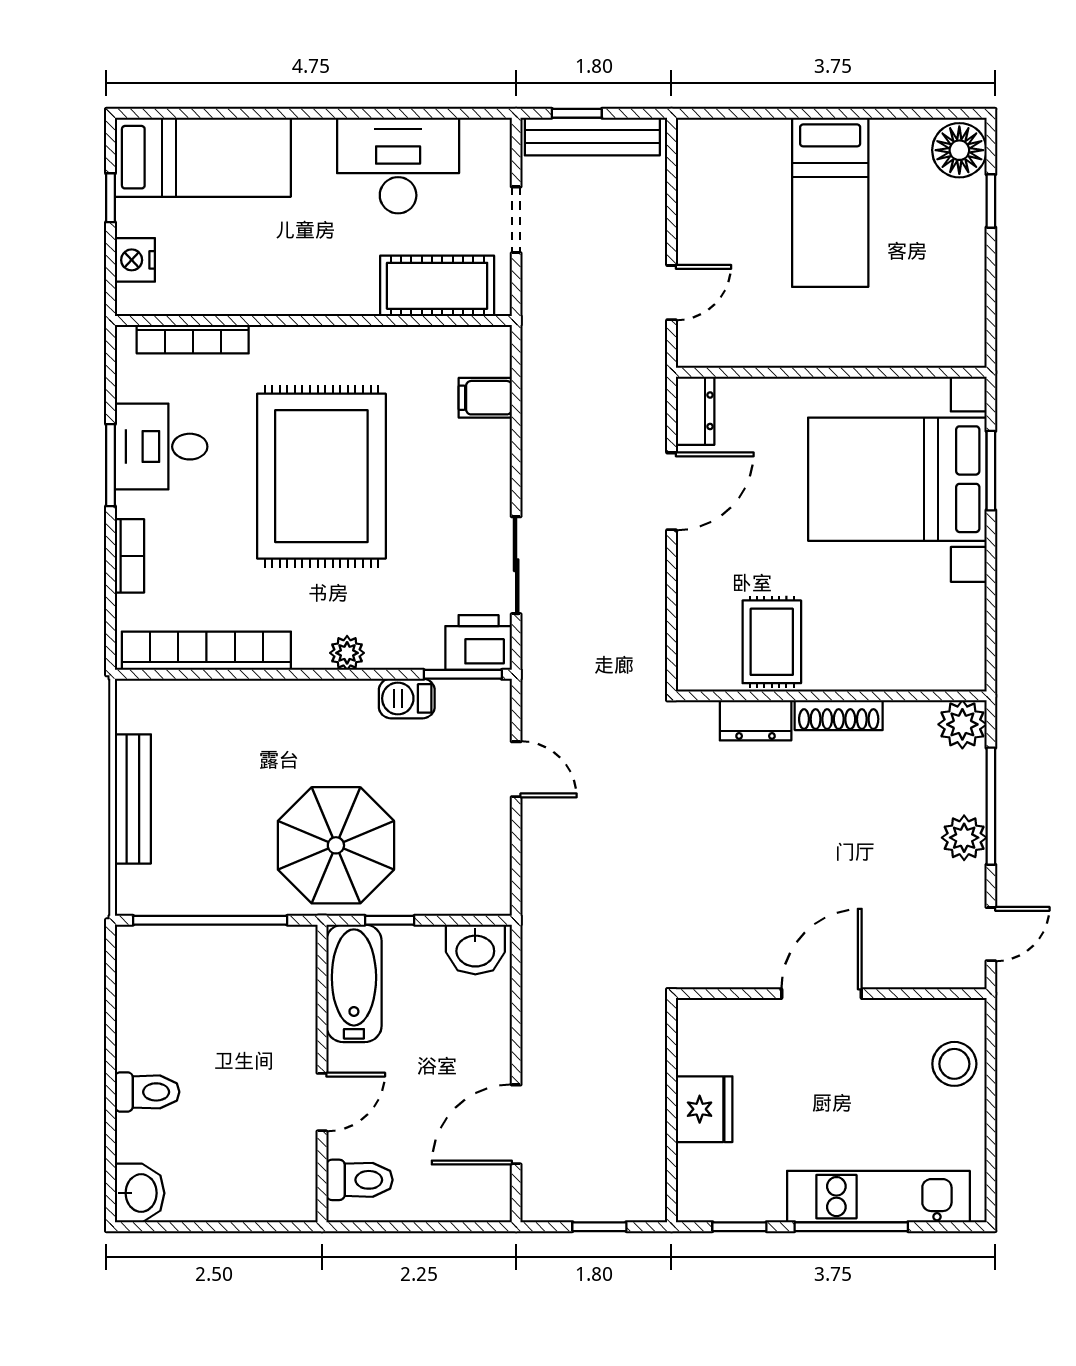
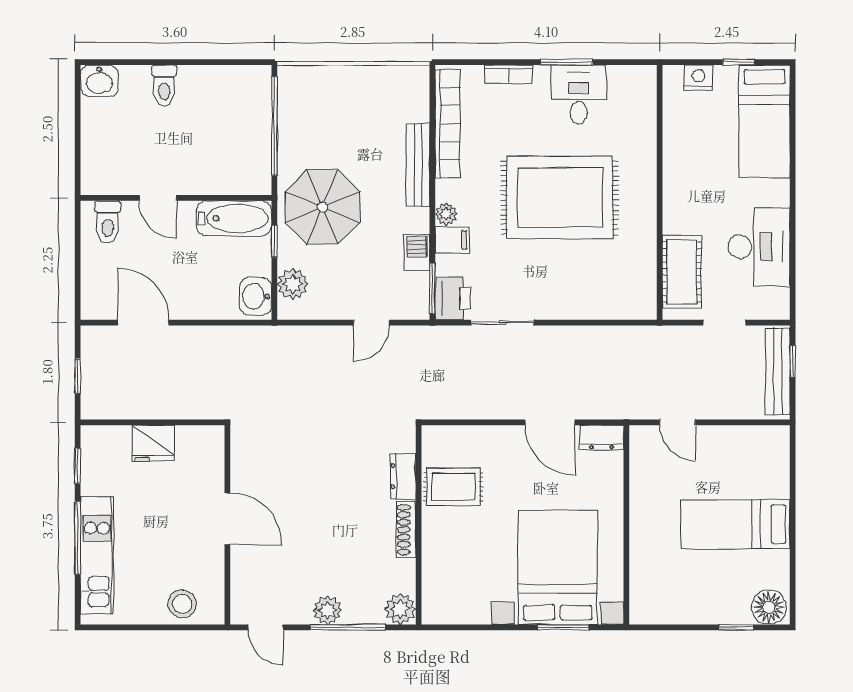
bookcase: (193, 339) -> (648, 115), removed
filing cabinet: (485, 398) -> (452, 240), moved, turned 90
bench: (133, 799) -> (418, 165), moved, turned 90
plant: (456, 892) -> (293, 284), added

